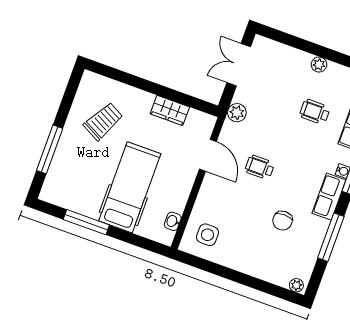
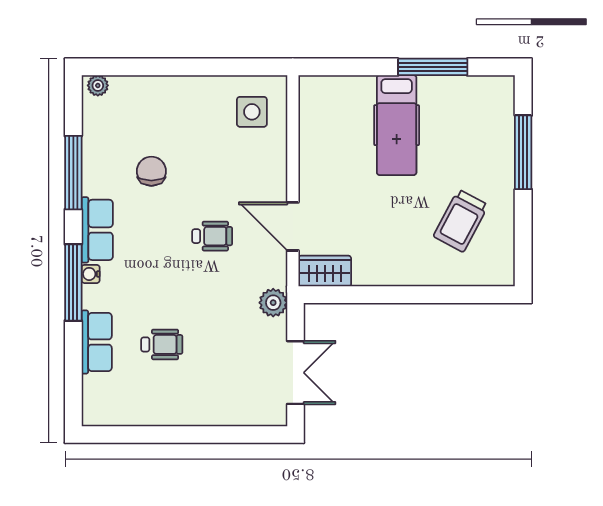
plant: (319, 65) -> (180, 415), removed
wardrobe: (170, 110) -> (325, 271), moved
hospital bed: (130, 187) -> (397, 125), width x0.73, depth x0.78
washbasin: (173, 221) -> (309, 113), removed

